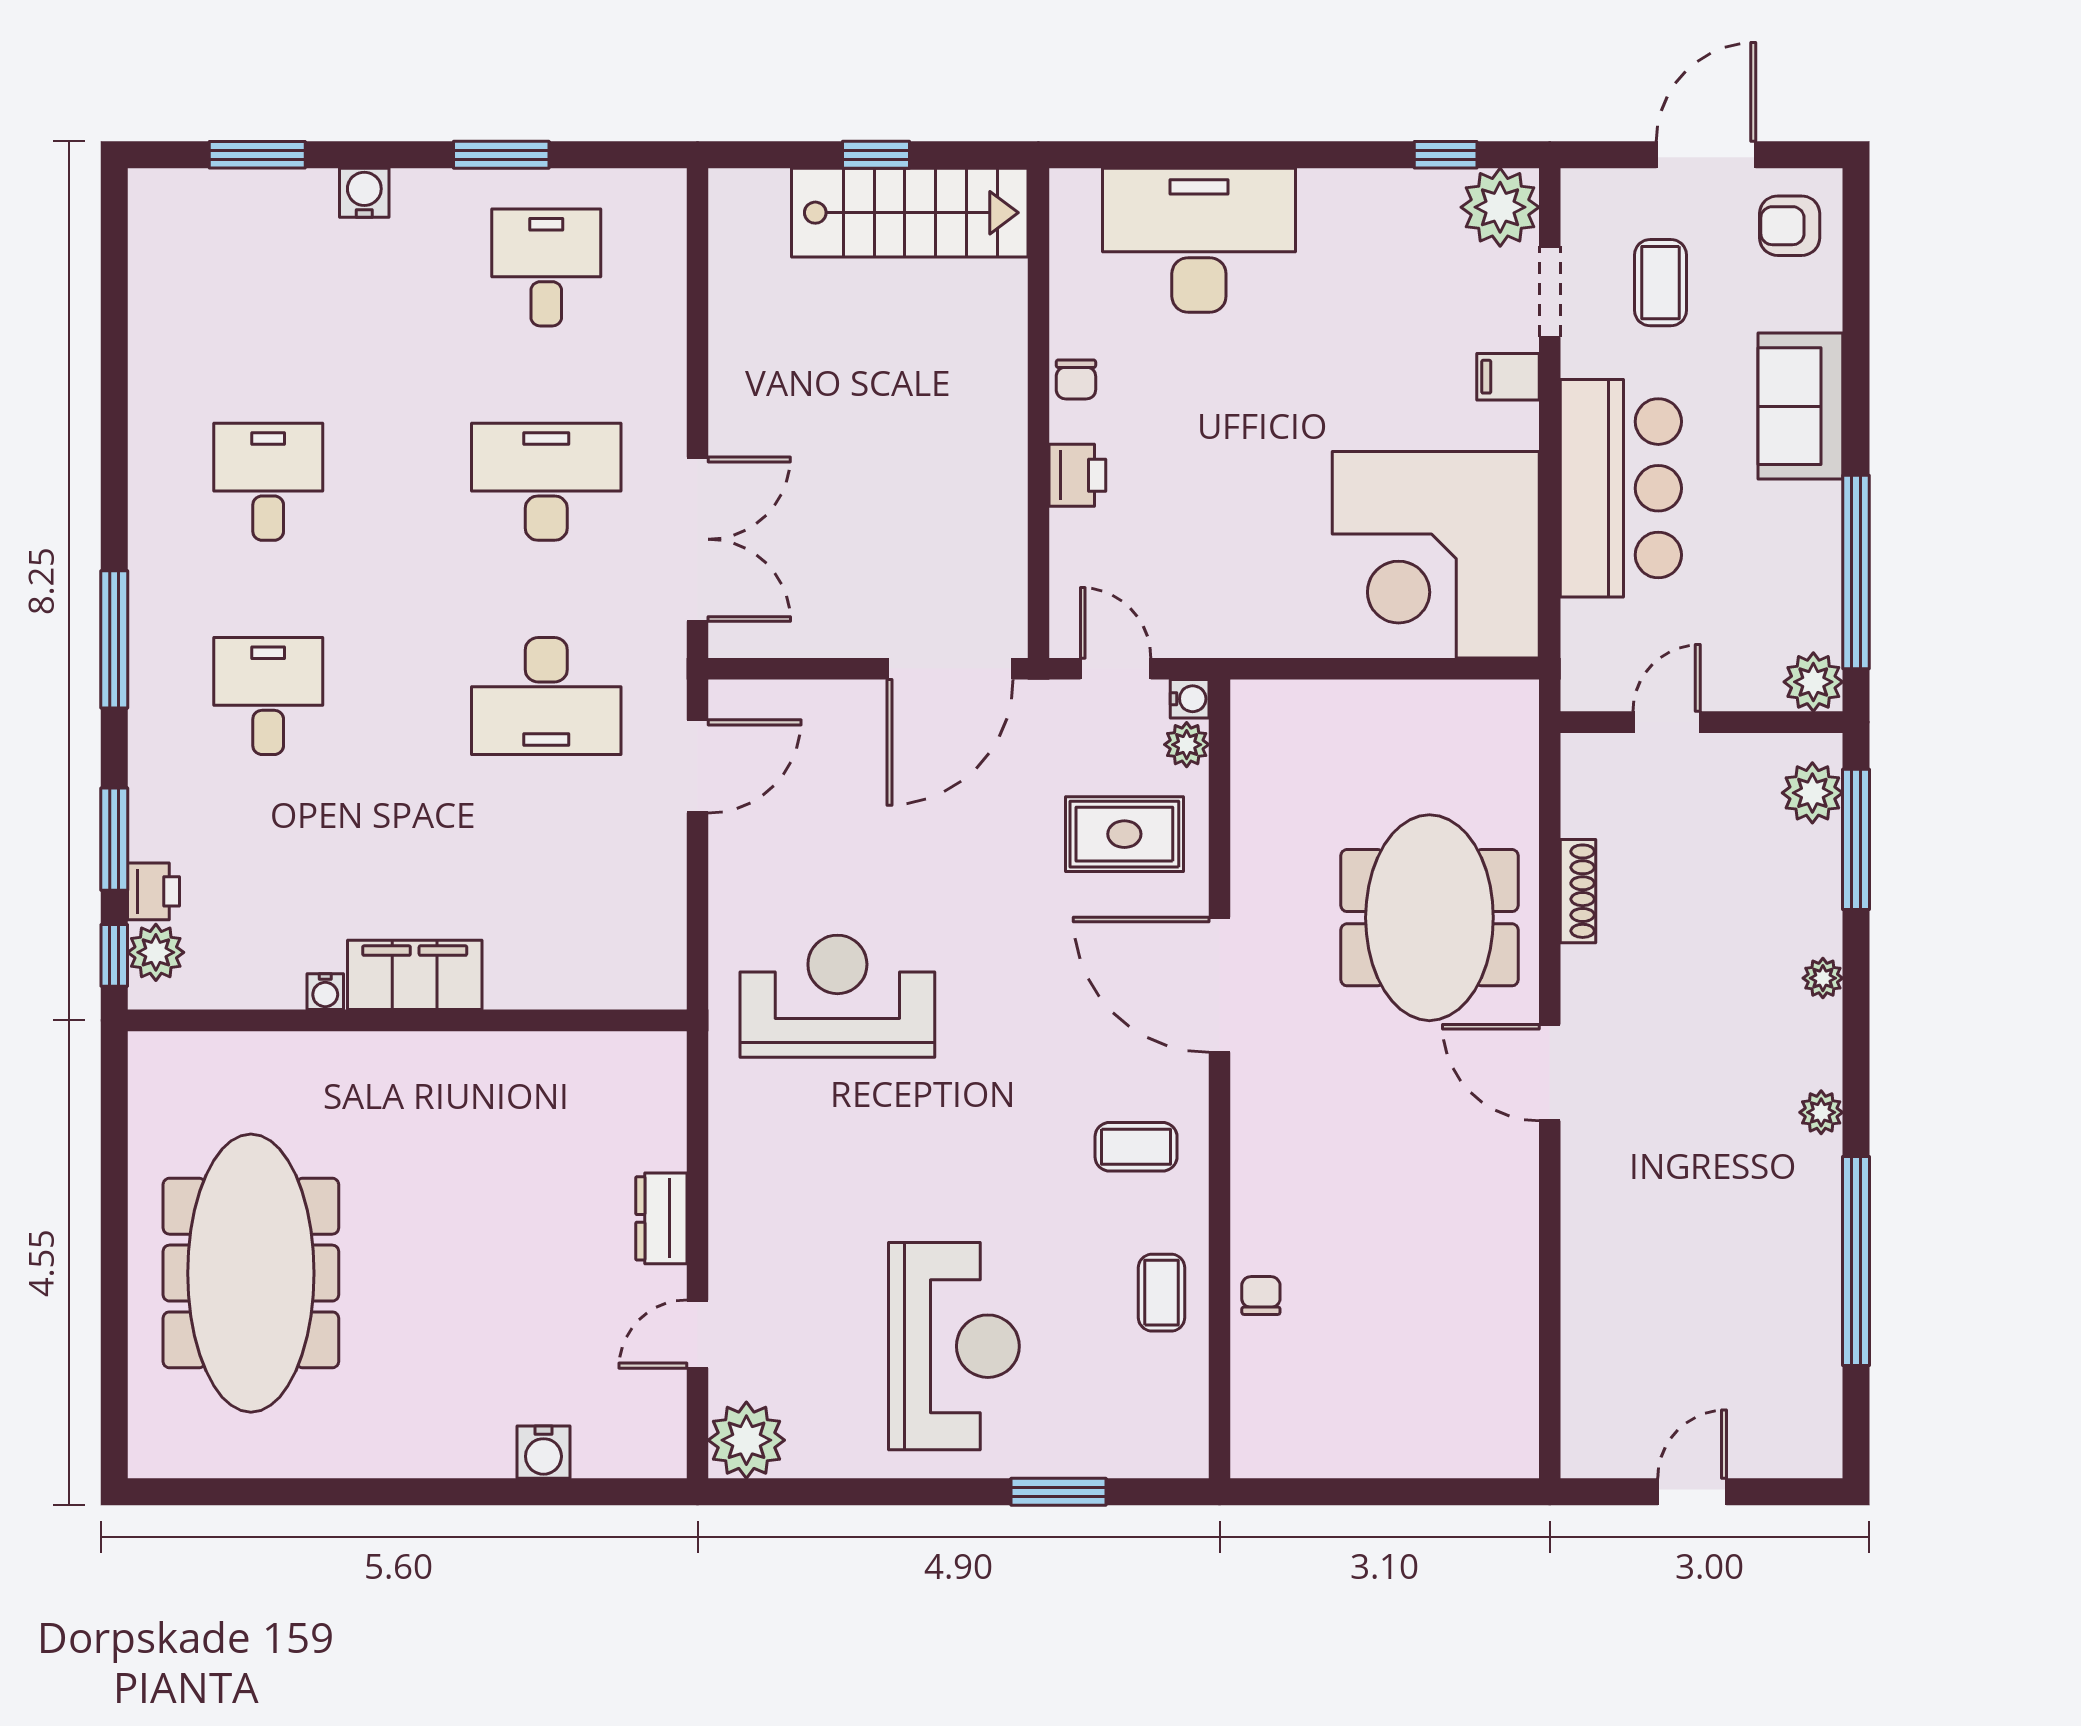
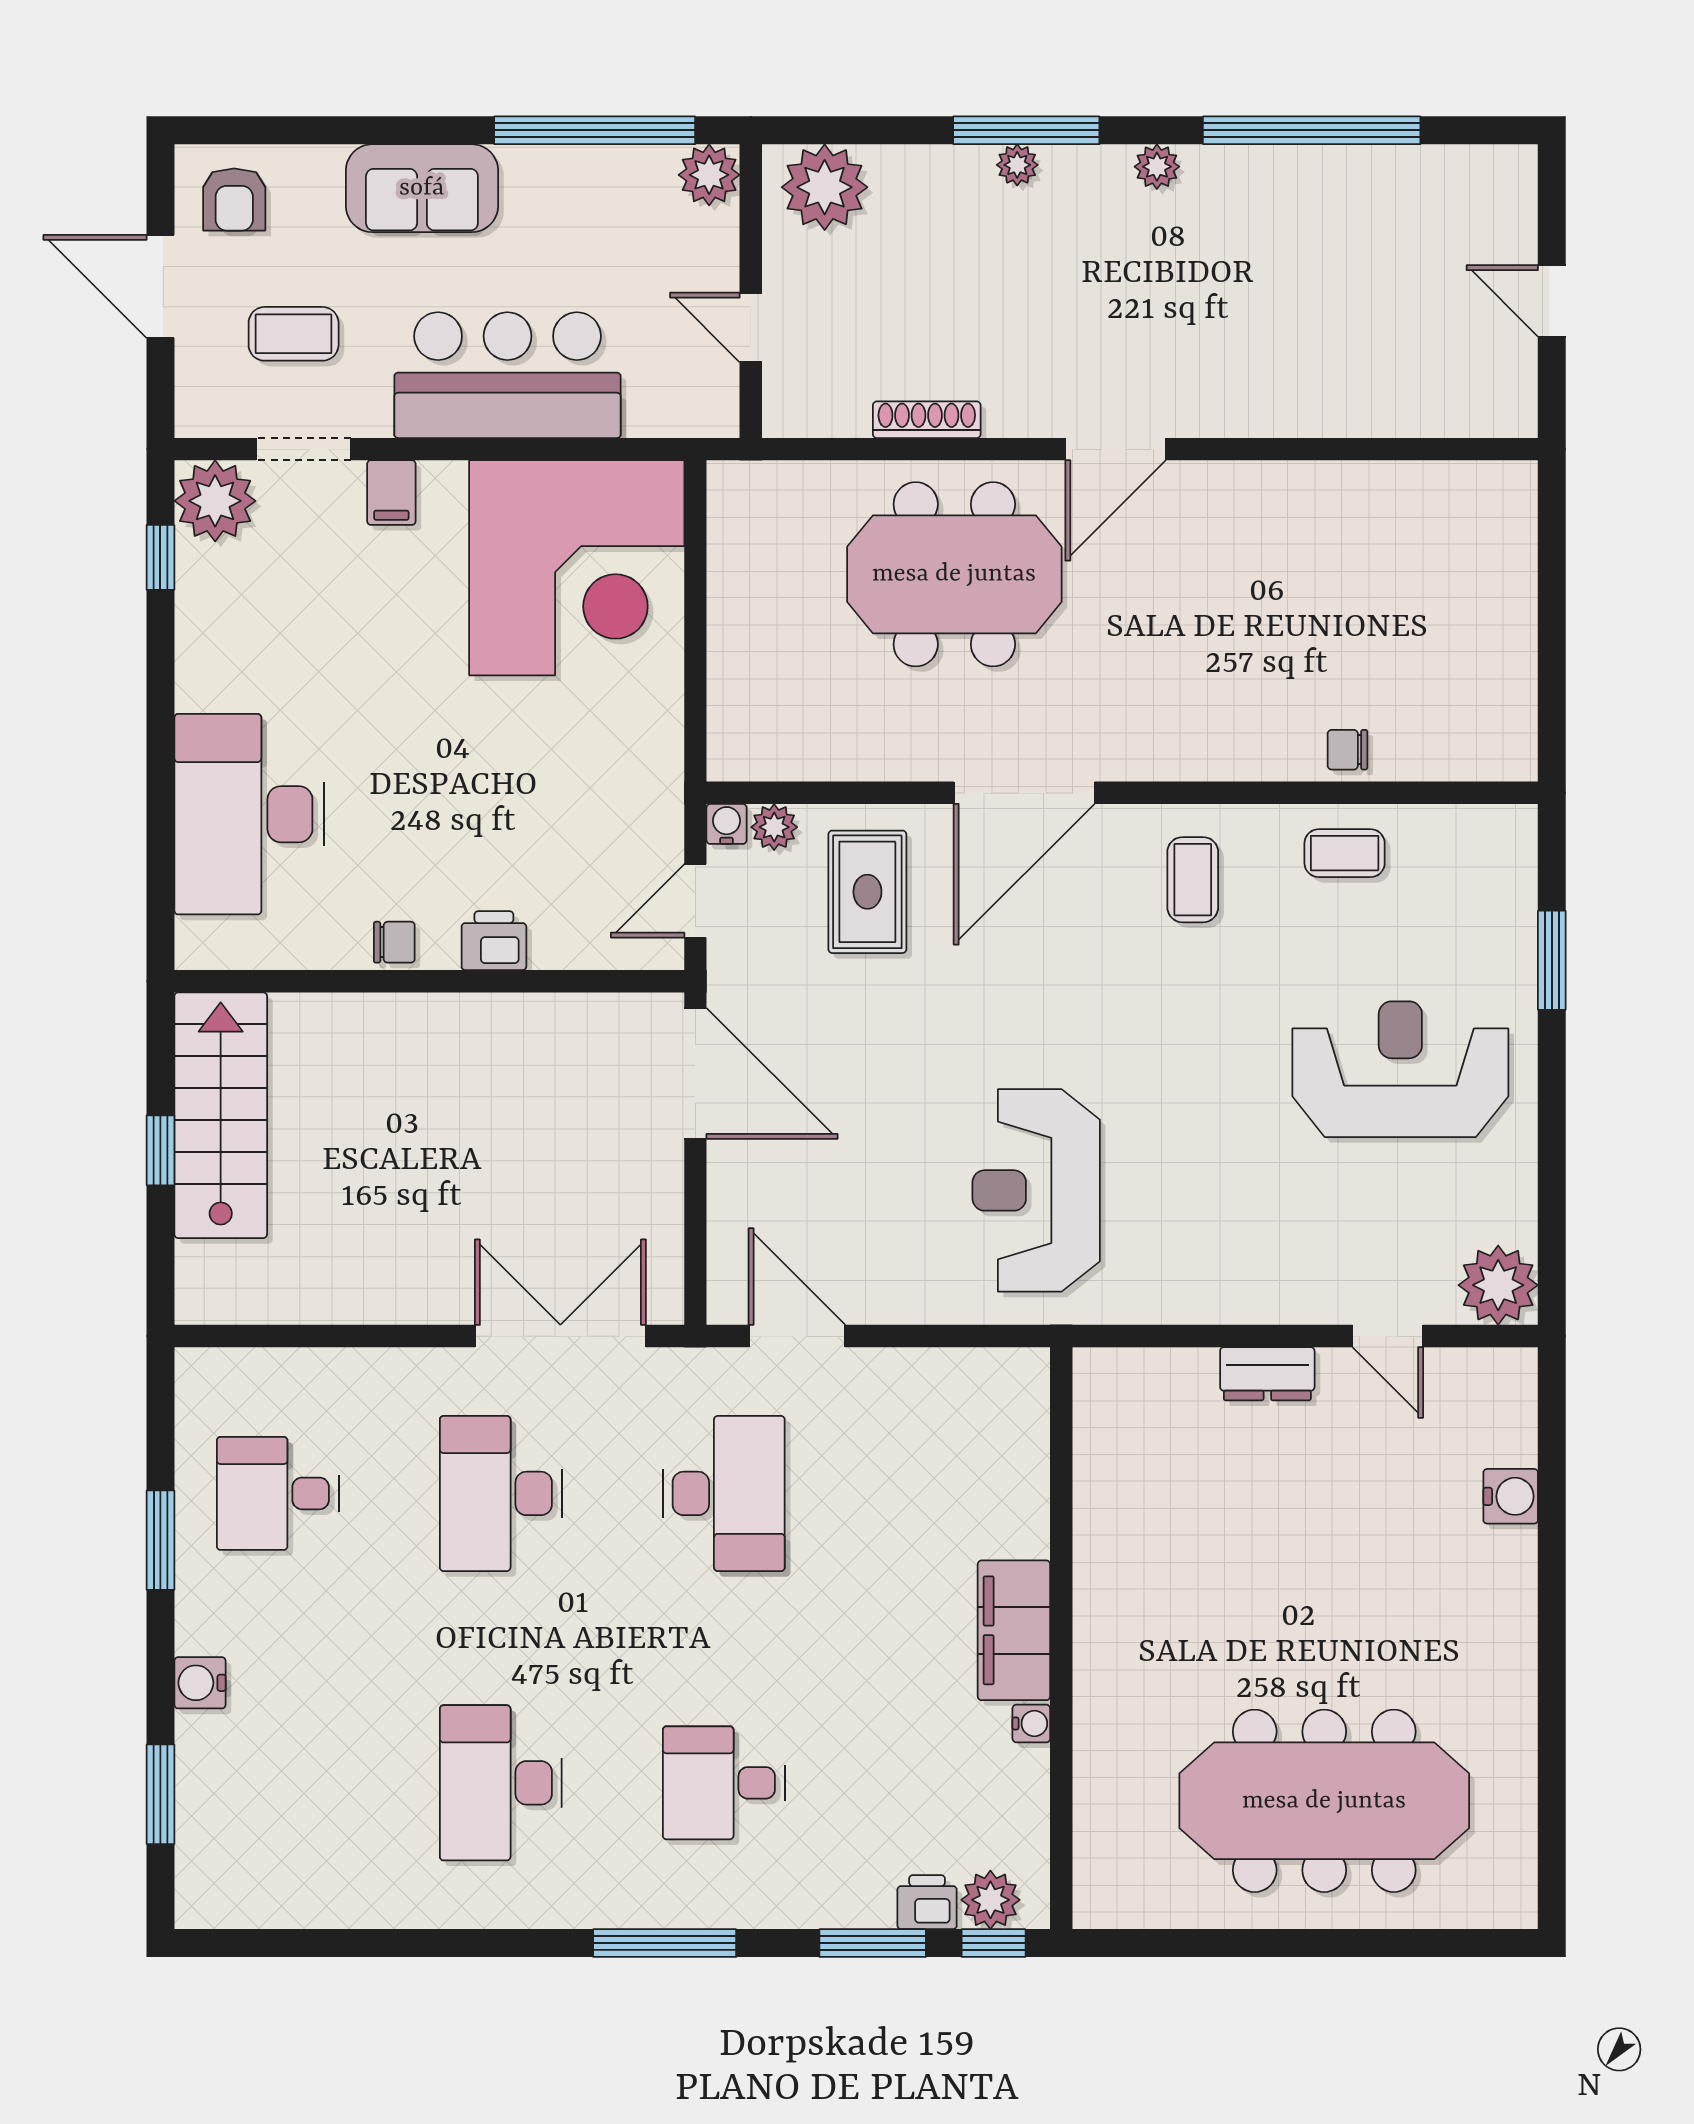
desk: (268, 482) -> (501, 1783), width x1.37
plant: (1812, 793) -> (825, 187), width x1.36, depth x1.36
window: (1856, 839) -> (1026, 130), moved

